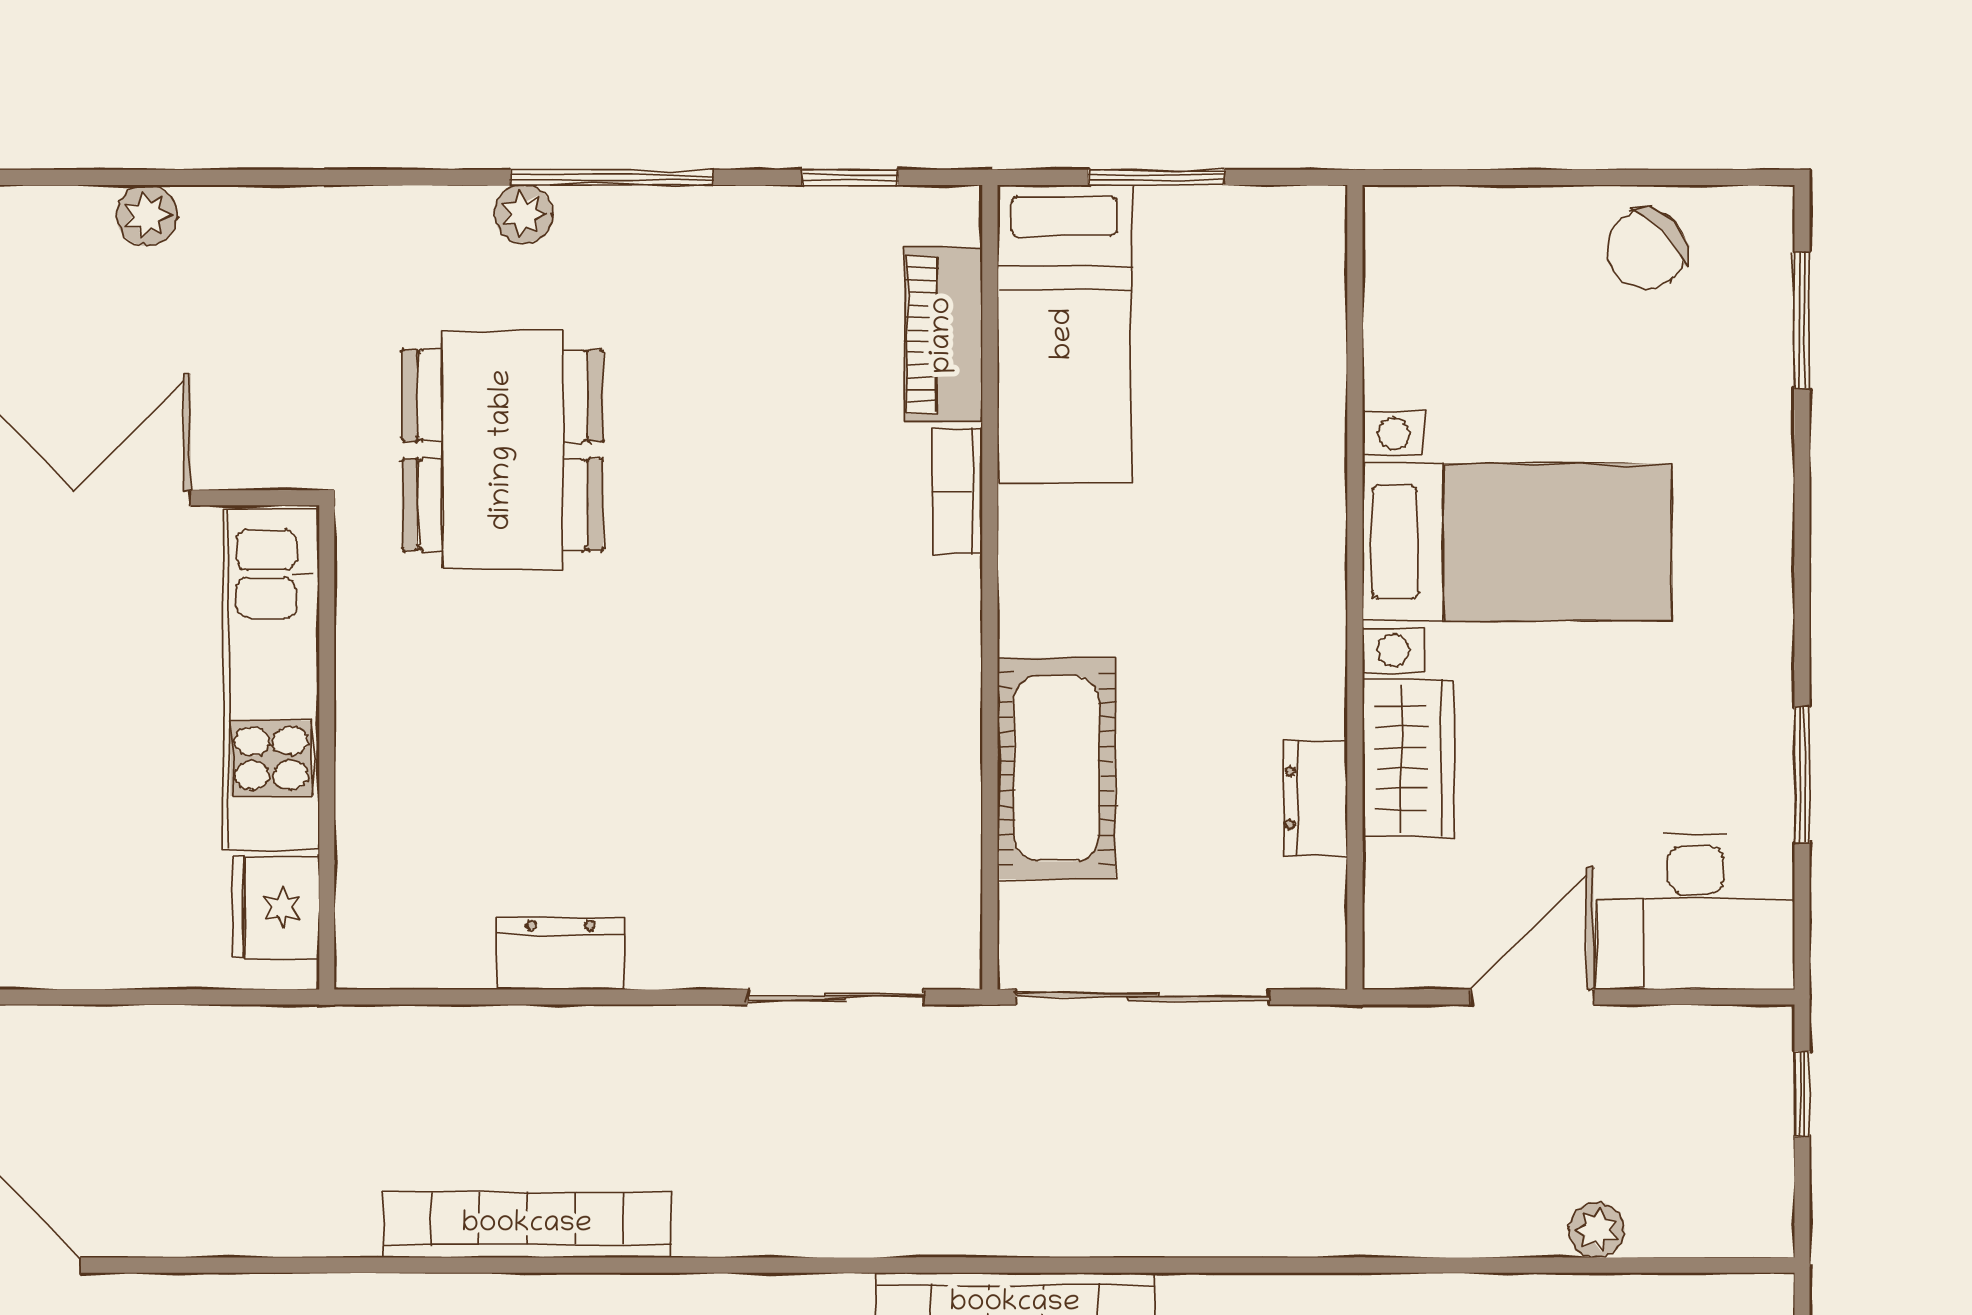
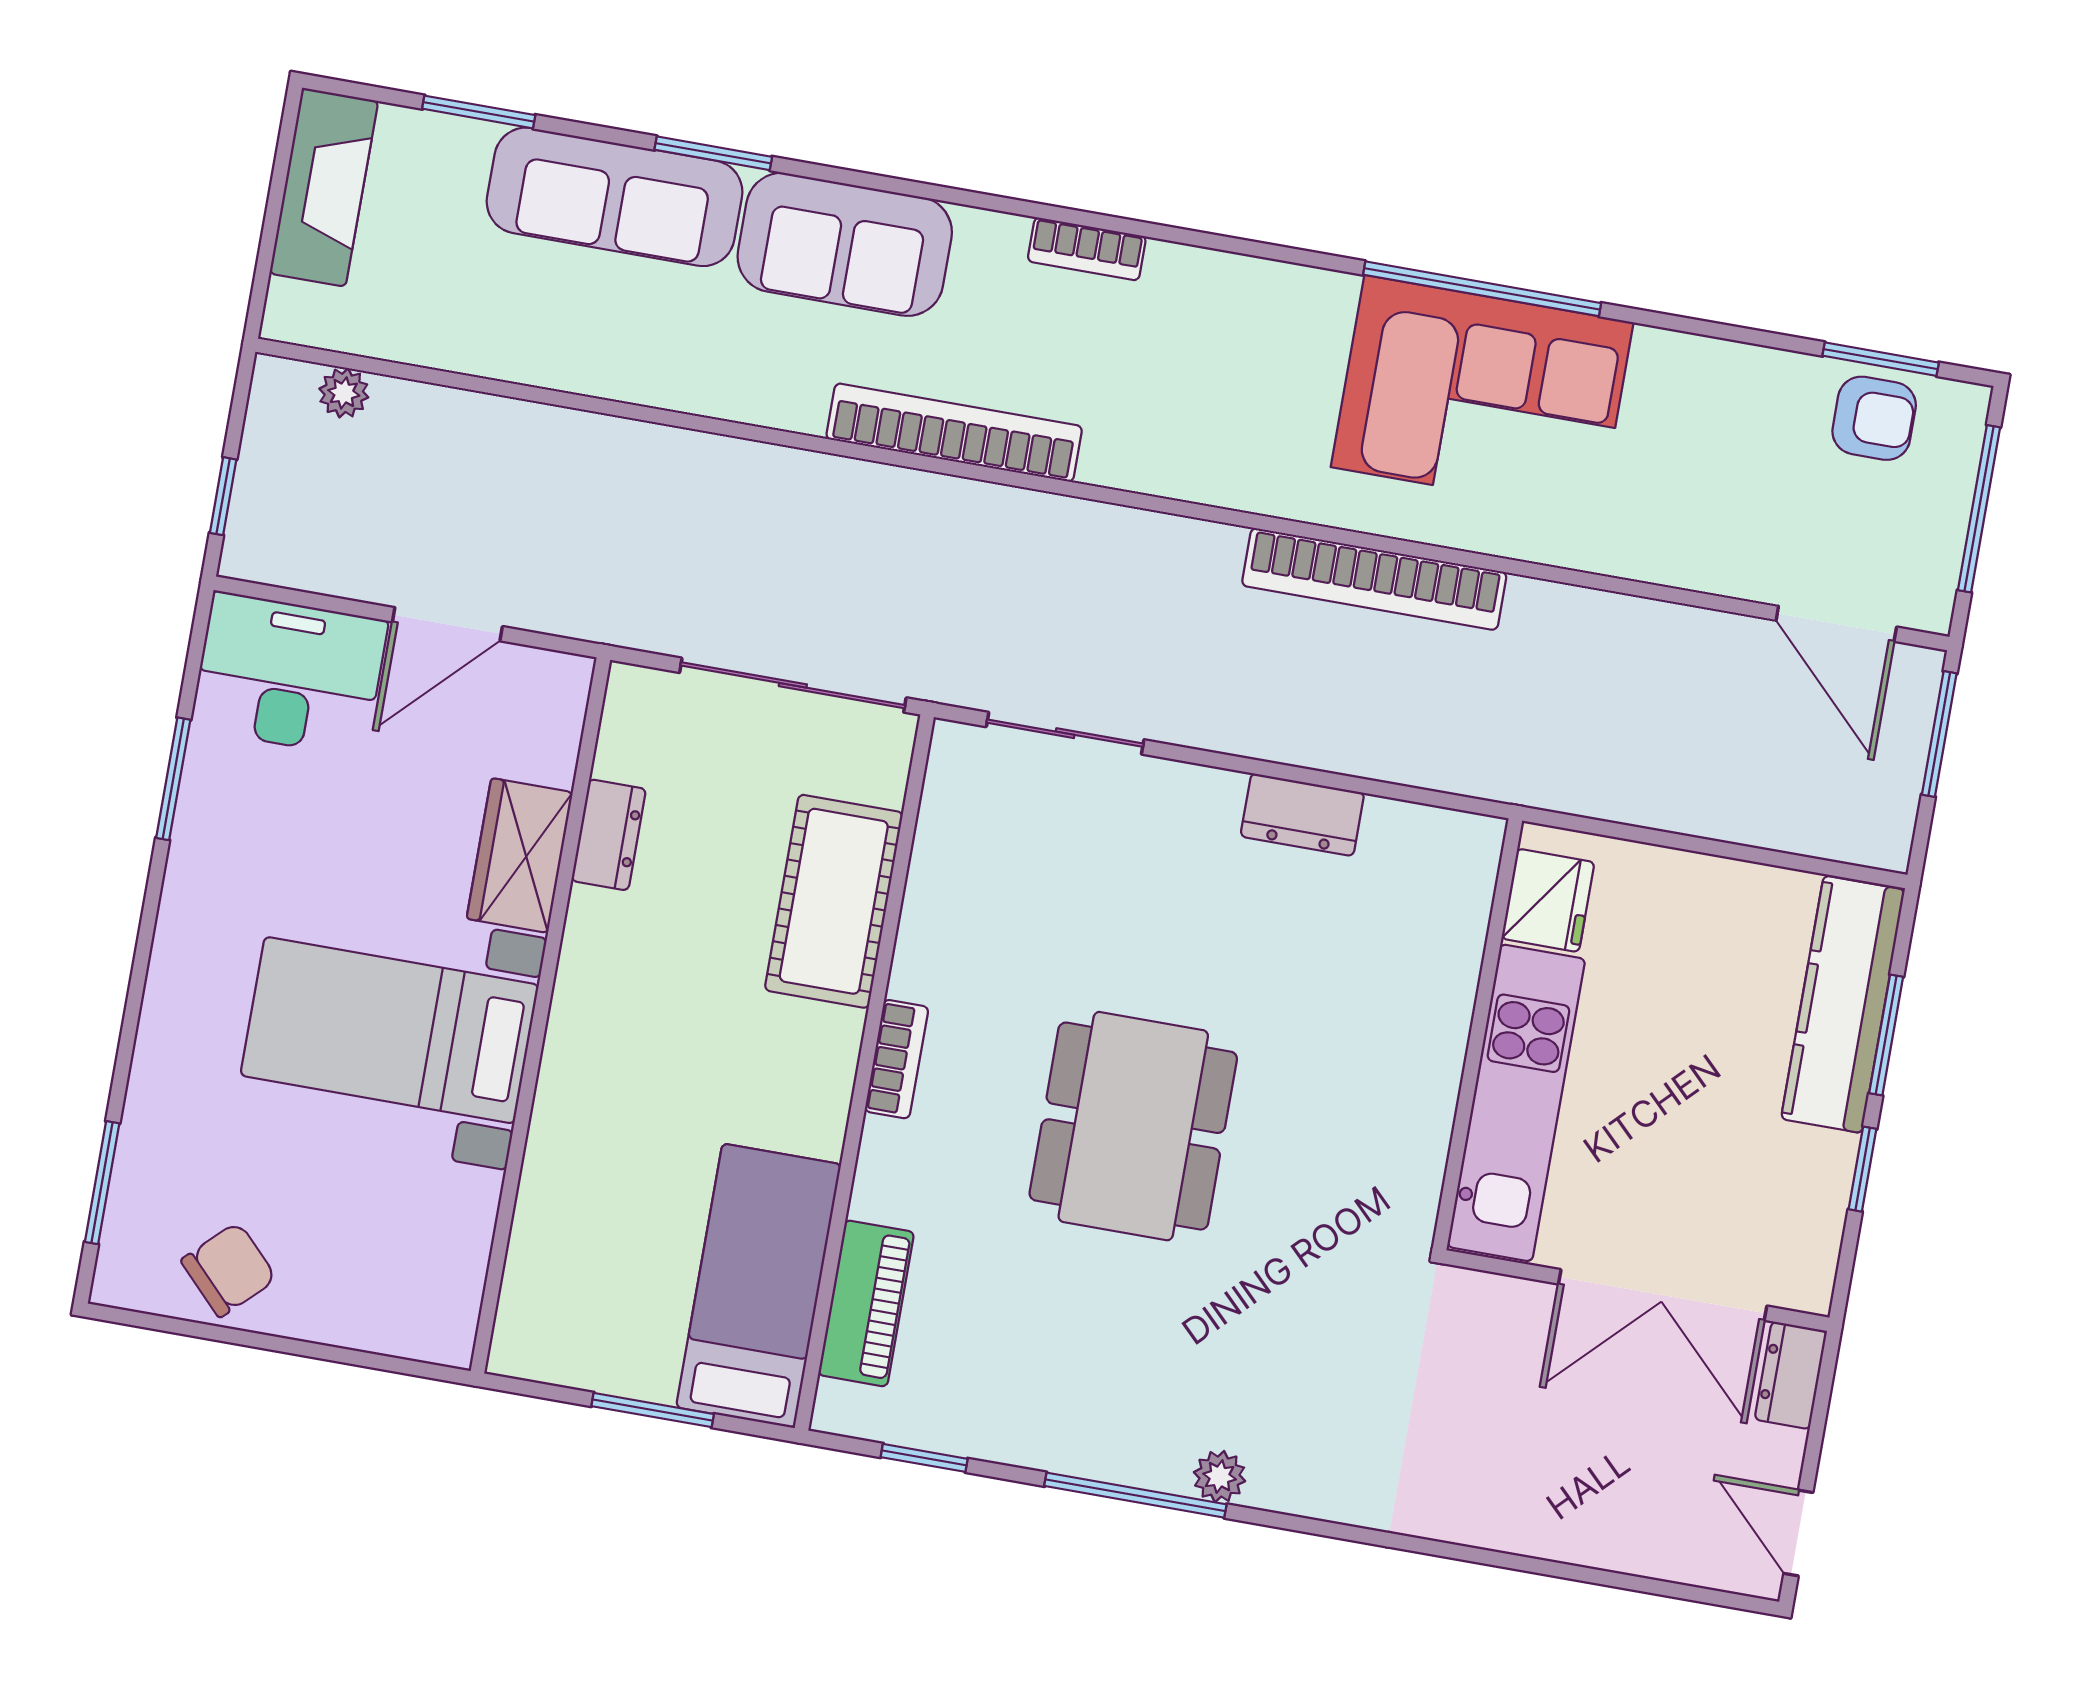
plant: (147, 215) -> (1554, 1534), removed
dining table: (503, 450) -> (1133, 1126), moved
bookcase: (957, 492) -> (897, 1059), moved
plant: (1597, 1230) -> (344, 393), moved

